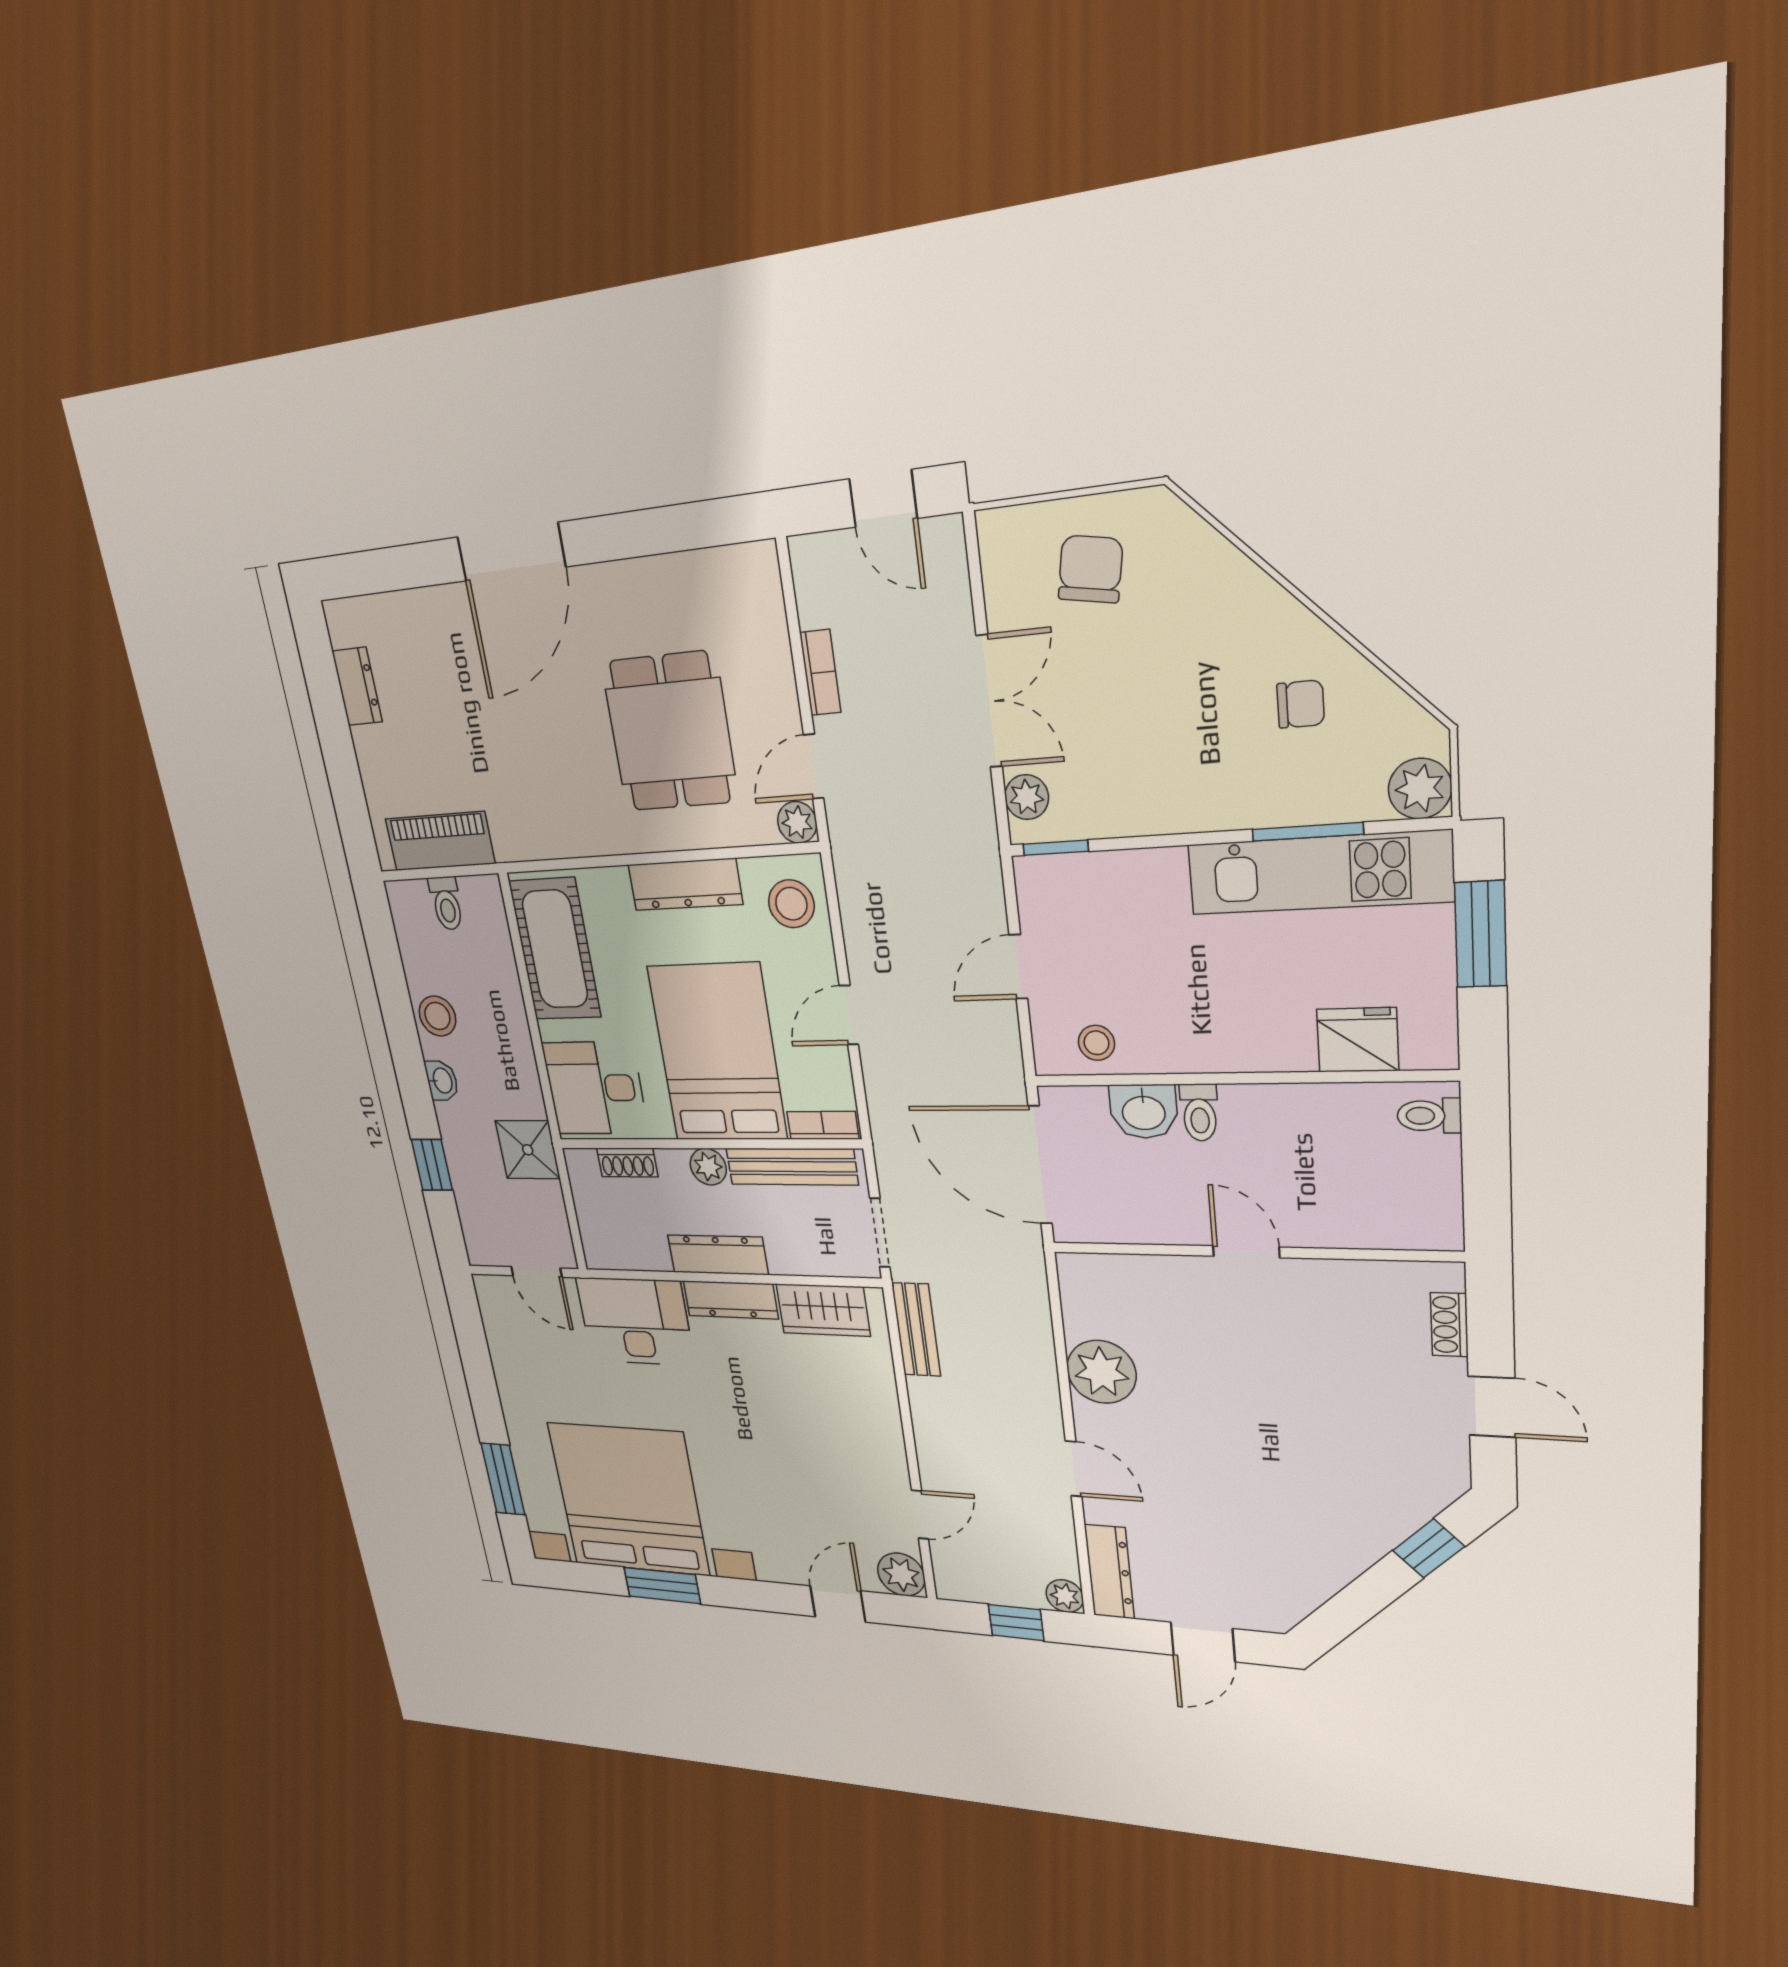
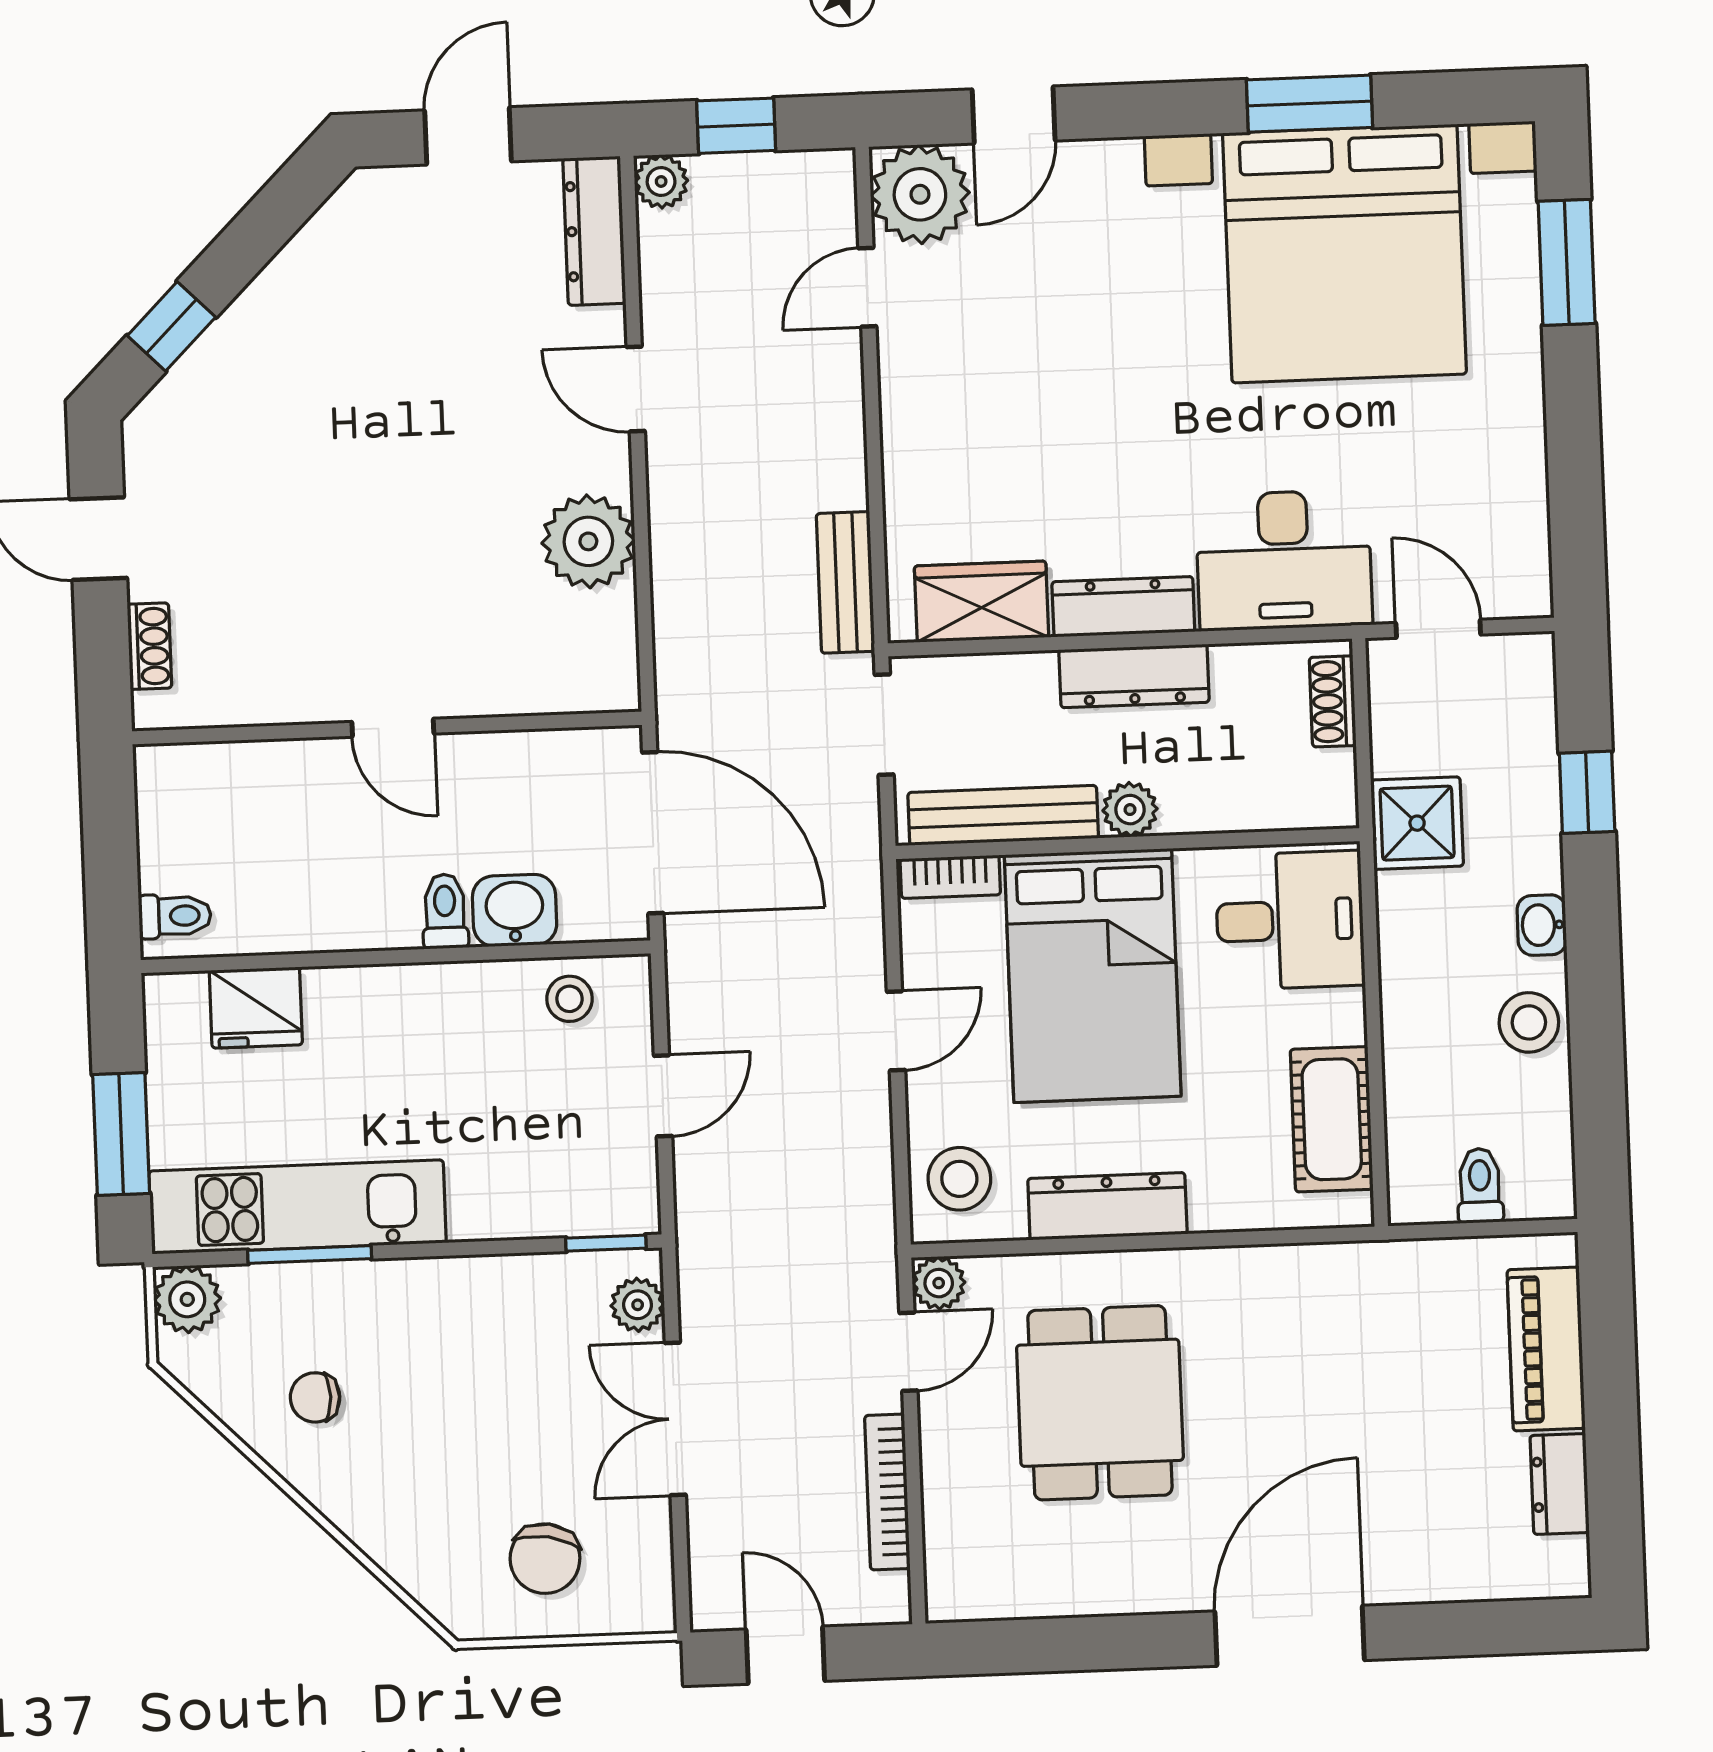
bookcase: (820, 673) -> (887, 1492), width x1.56
piano: (440, 841) -> (1546, 1349), moved, turned 90
cot: (555, 949) -> (1332, 1119), width x0.73, depth x0.75
shoe rack: (627, 1163) -> (1333, 701), moved, turned -90
plant: (901, 1574) -> (920, 194), width x1.36, depth x1.36

